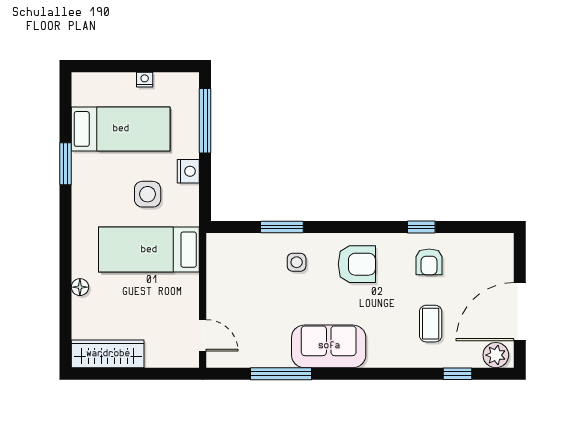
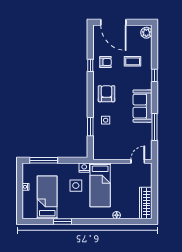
nightstand: (188, 171) -> (84, 168), moved
door: (520, 312) -> (113, 22), moved
window: (457, 374) -> (155, 75), moved

